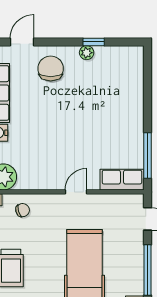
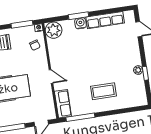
chair: (51, 69) -> (125, 49), removed
coffee table: (112, 113) -> (103, 91), added

